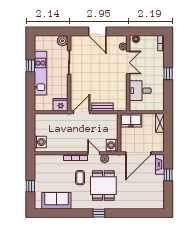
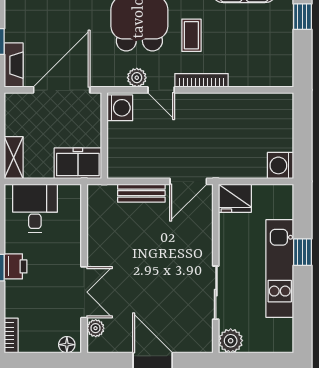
double door: (128, 63) -> (84, 292), swing flipped
window: (30, 66) -> (302, 252), moved
printer: (159, 74) -> (16, 266), added
desk: (140, 91) -> (35, 208), moved, turned -90
washing machine: (40, 142) -> (280, 165), moved

